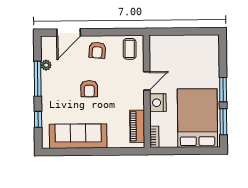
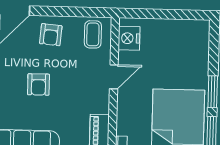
nightstand: (158, 103) -> (129, 38), moved

